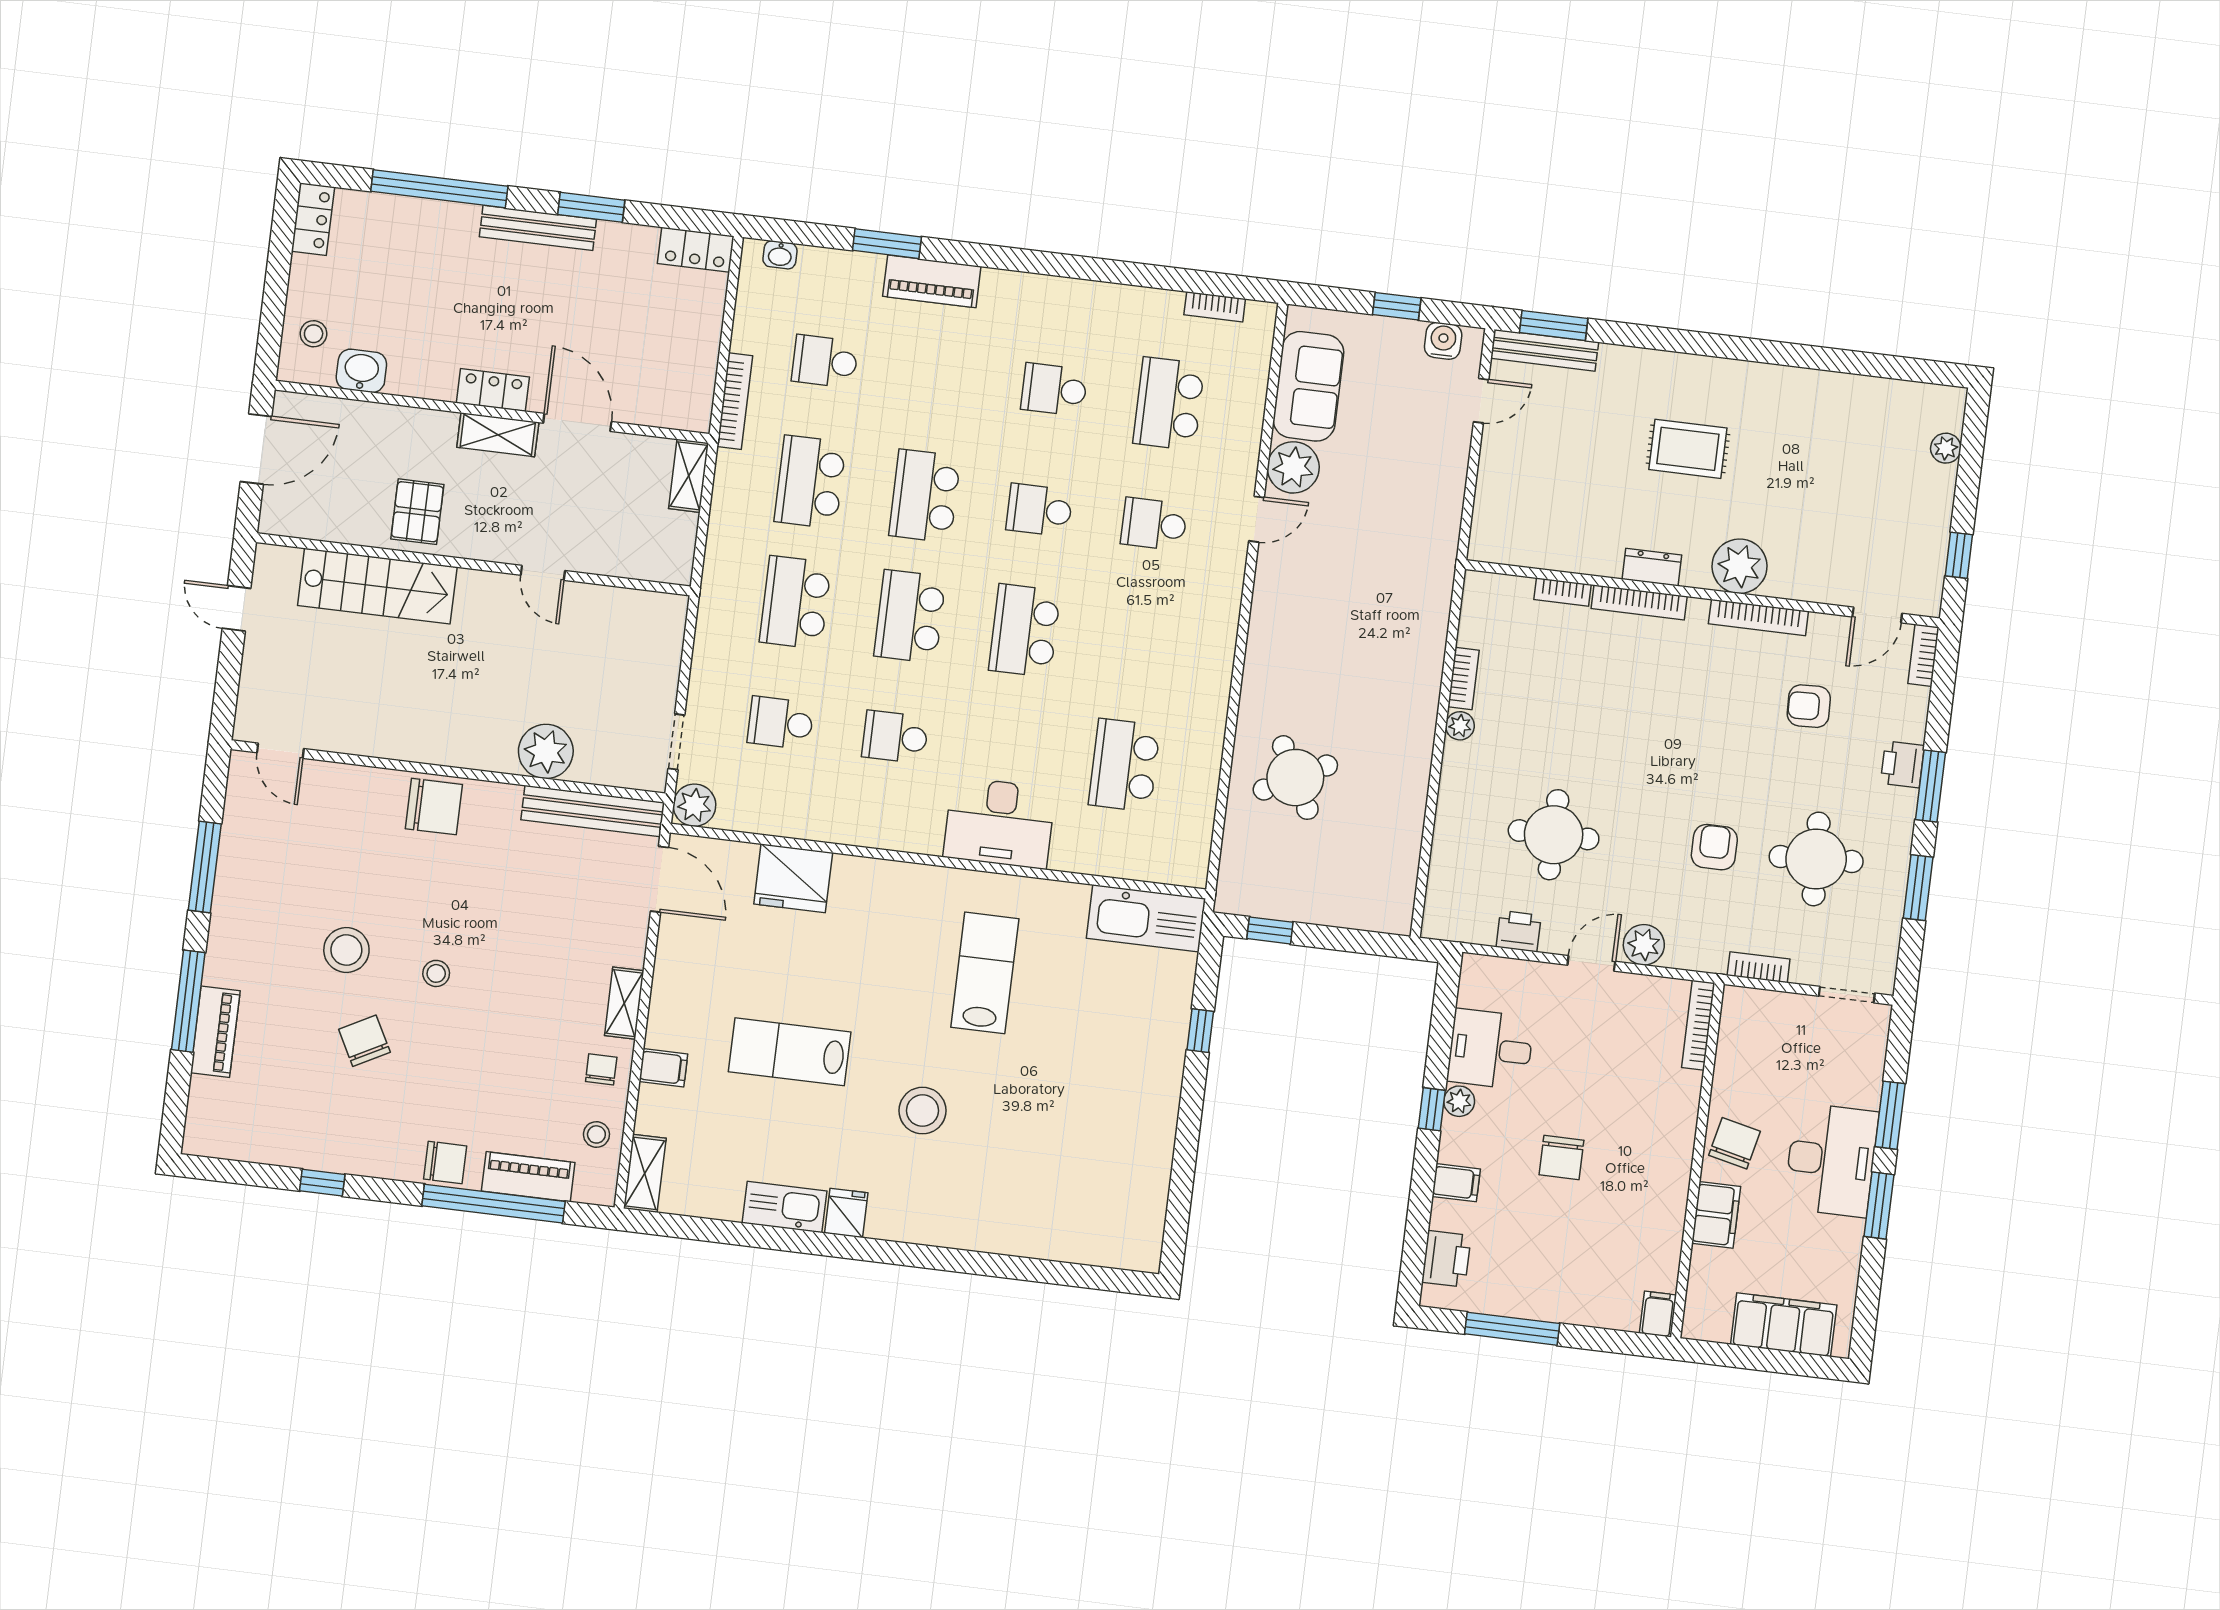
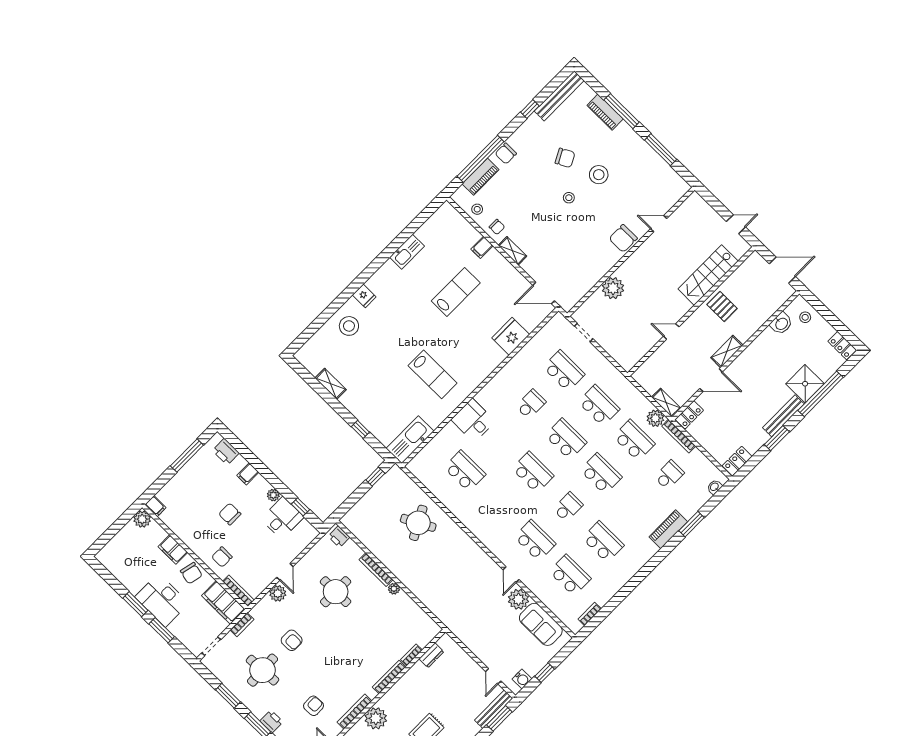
shower: (443, 234) -> (805, 384), added
locker: (493, 390) -> (689, 415), moved
school desk: (1054, 390) -> (603, 542), width x1.85
door: (256, 449) -> (782, 270), swing flipped
school desk: (1154, 524) -> (535, 540), width x1.85
dresser: (1652, 567) -> (431, 655), moved
bookcase: (1464, 678) -> (376, 570), moved, width x1.56
school desk: (781, 723) -> (564, 371), width x1.85
door: (280, 751) -> (659, 224), moved
plant: (694, 805) -> (655, 418), moved
bench: (593, 811) -> (559, 96), moved
desk: (999, 823) -> (473, 420), width x0.73
printer: (1519, 931) -> (339, 537), moved, turned 90
chair: (1657, 1108) -> (222, 557), added
window: (1432, 1109) -> (300, 507), moved
stool: (922, 1111) -> (349, 326), moved
shelving: (645, 1173) -> (331, 384), moved
fridge: (846, 1213) -> (364, 296), moved
plant: (1703, 1320) -> (142, 519), added
filing cabinet: (1784, 1325) -> (223, 602), moved, turned 90

